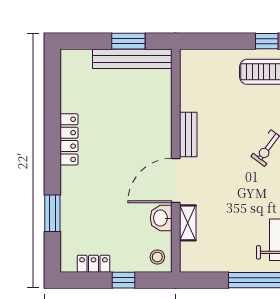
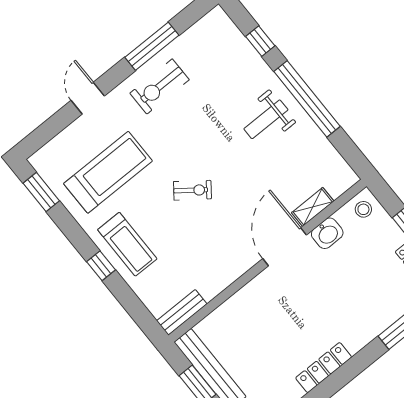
bench: (188, 135) -> (182, 312), moved
door: (176, 181) -> (285, 247), swing flipped

